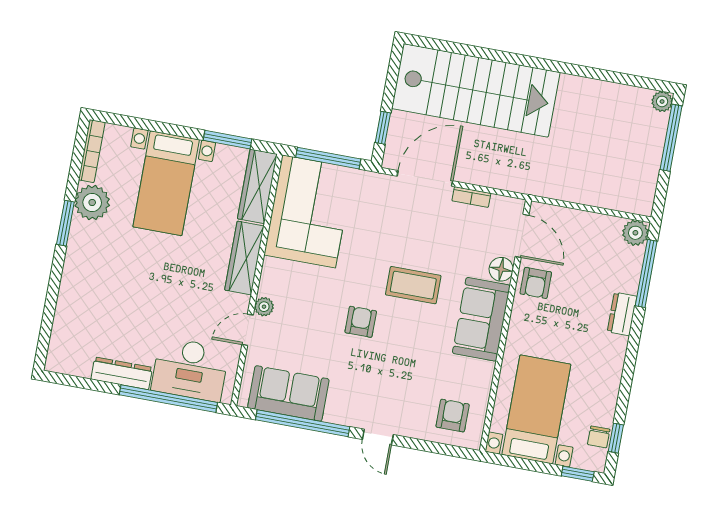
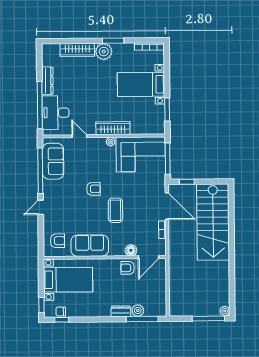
wardrobe: (257, 186) -> (77, 50), moved, turned 180
plant: (92, 202) -> (104, 52), moved
plant: (635, 233) -> (138, 311), moved
plant: (264, 307) -> (111, 142), moved
sofa: (481, 319) -> (90, 246), moved

